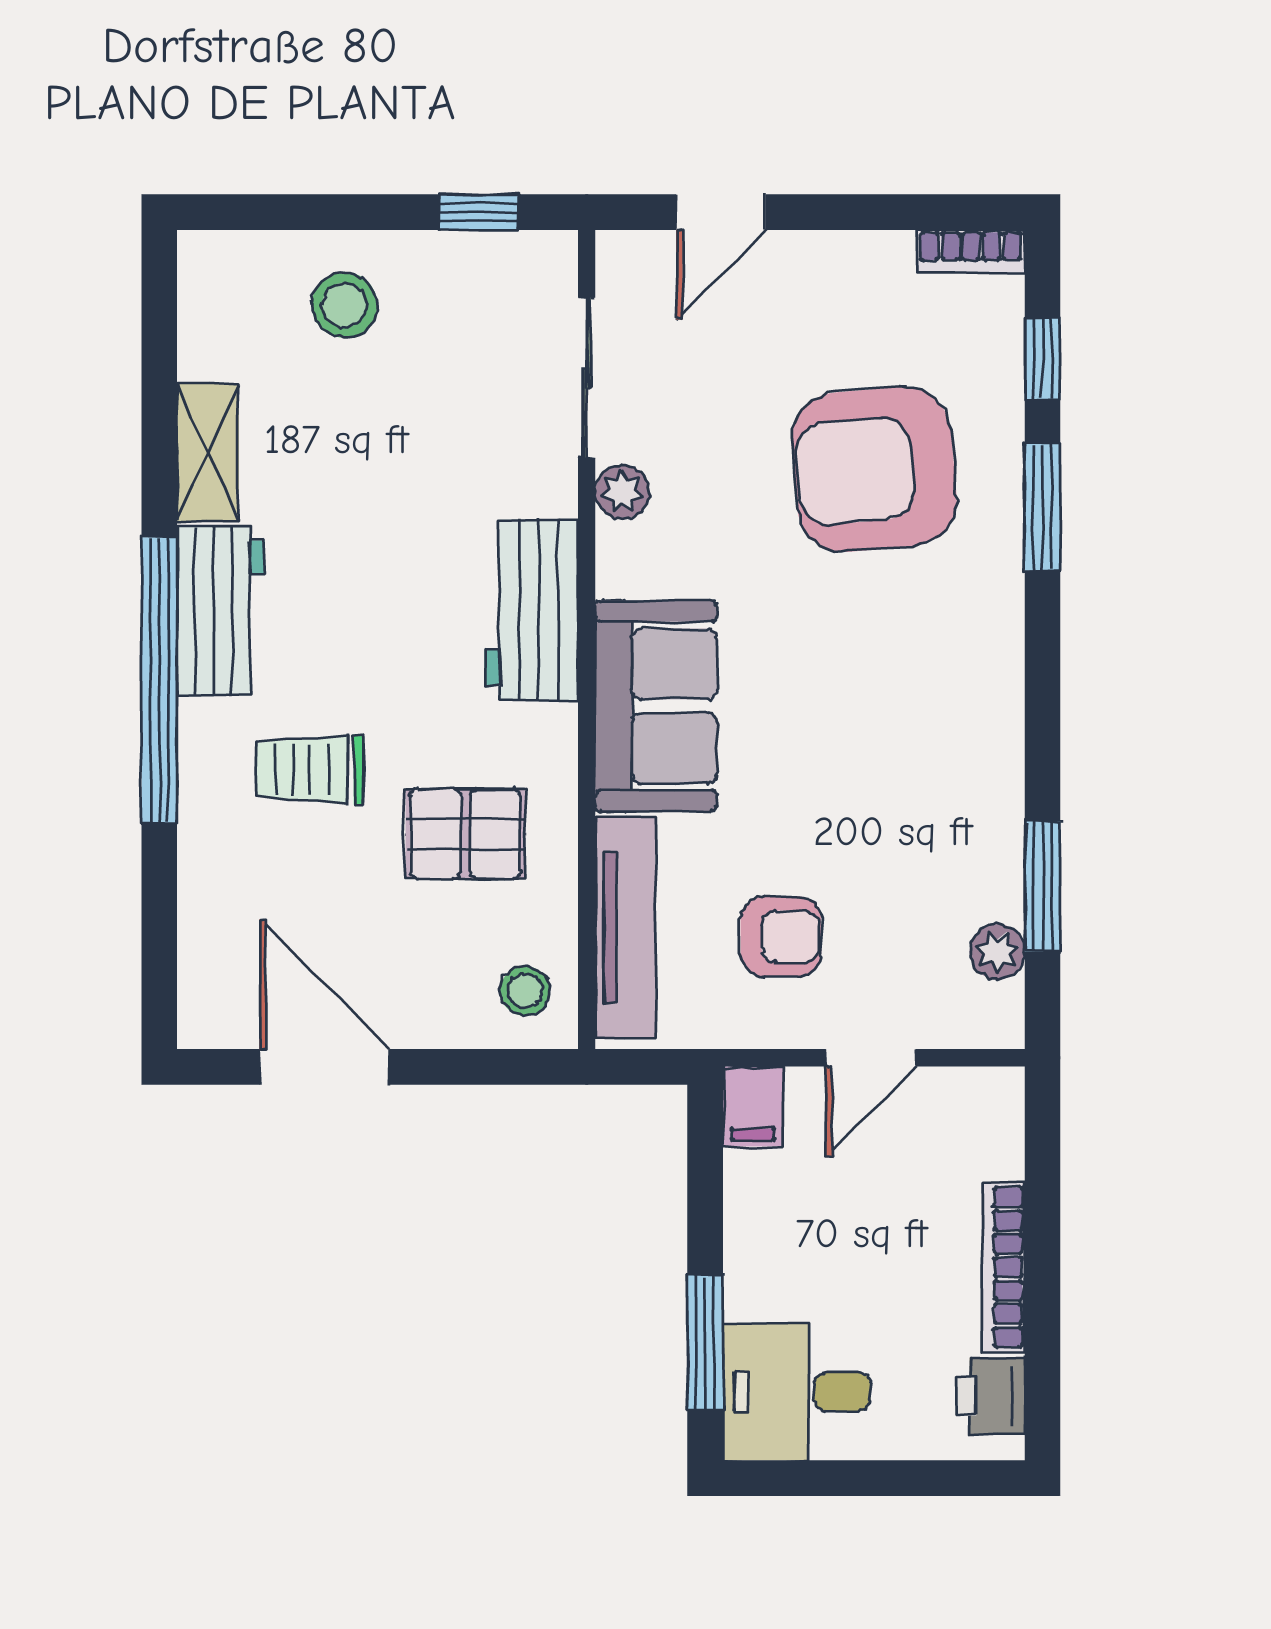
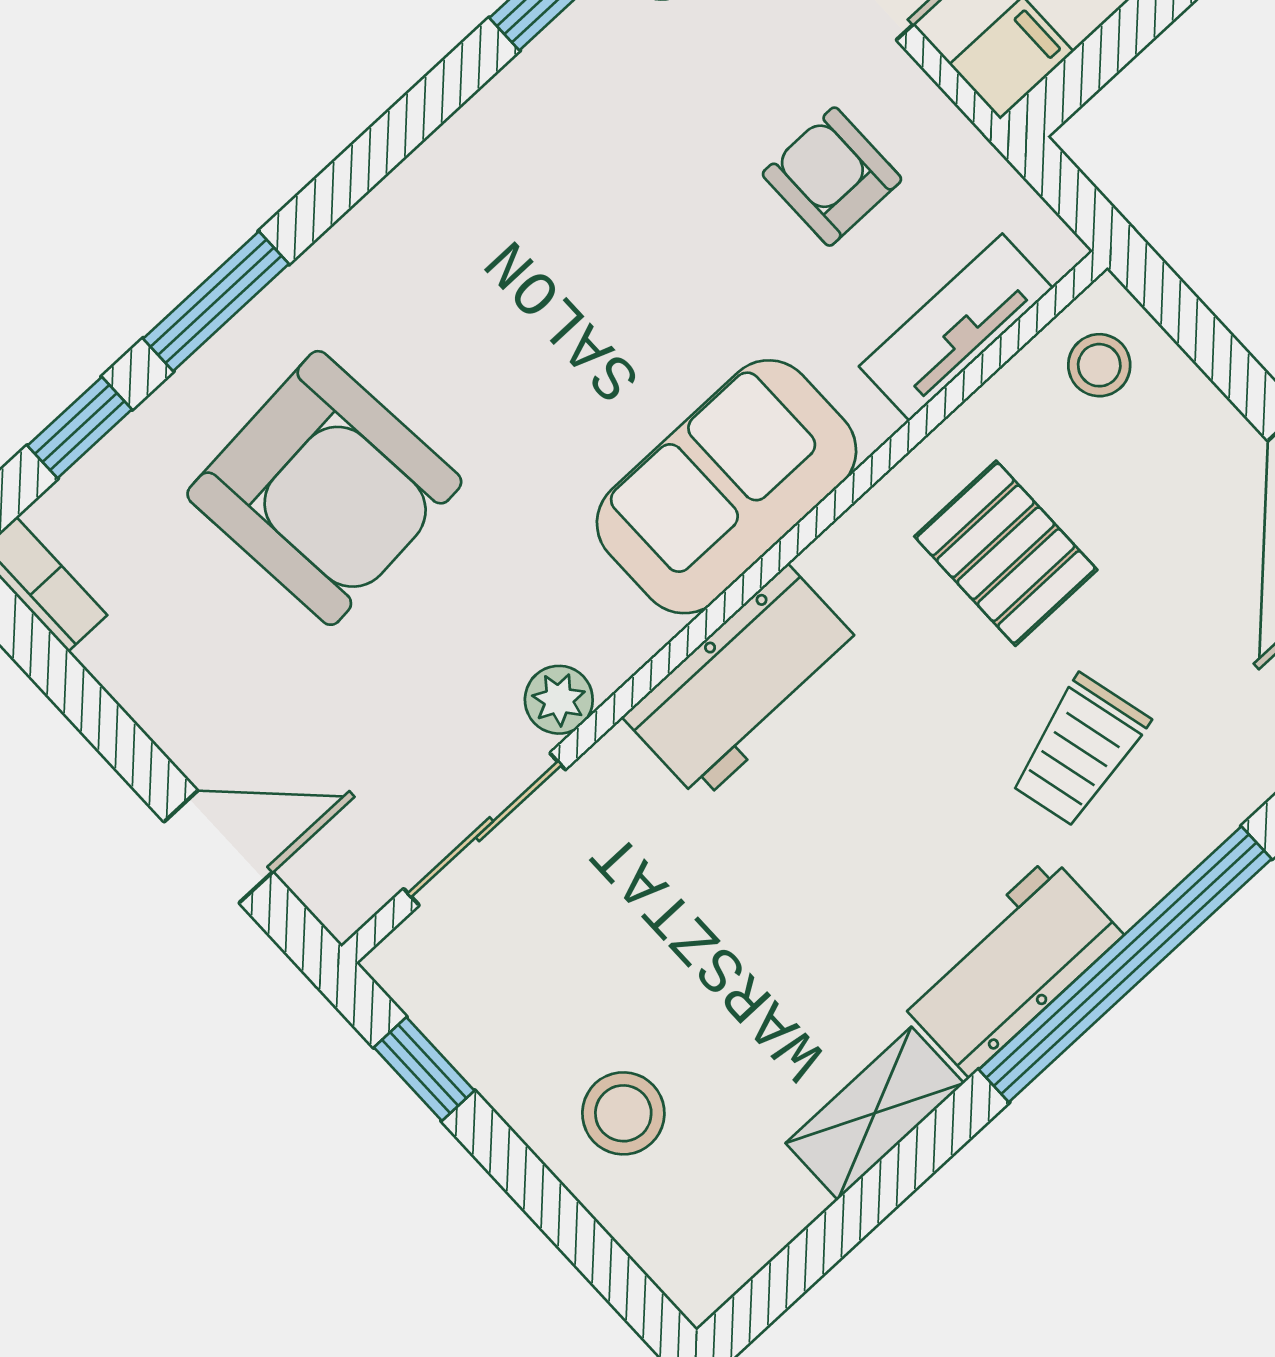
trolley: (309, 770) -> (1079, 751), turned 76
tv unit: (625, 927) -> (956, 327), width x0.71

